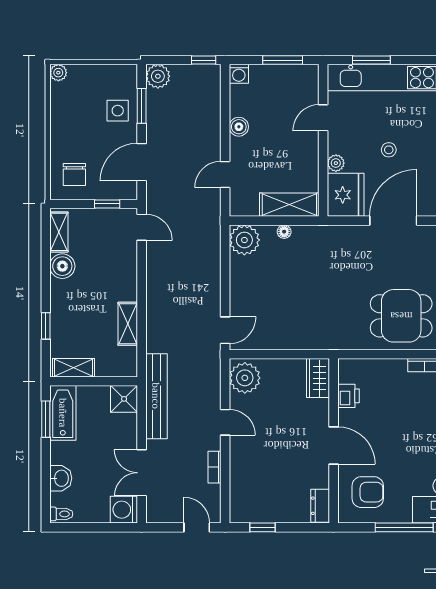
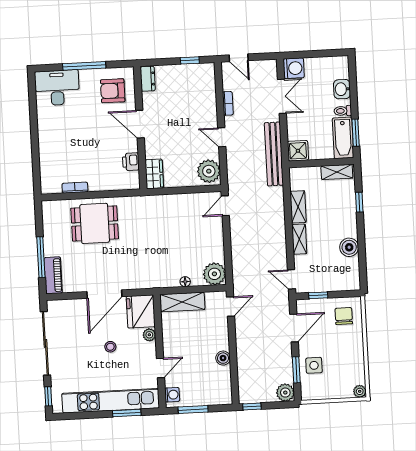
washing machine: (239, 74) -> (172, 395), moved, turned 90
door: (225, 174) -> (231, 307), moved
shelving: (59, 232) -> (299, 239), moved
toilet: (61, 514) -> (343, 111), moved

